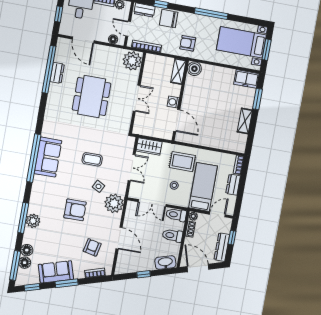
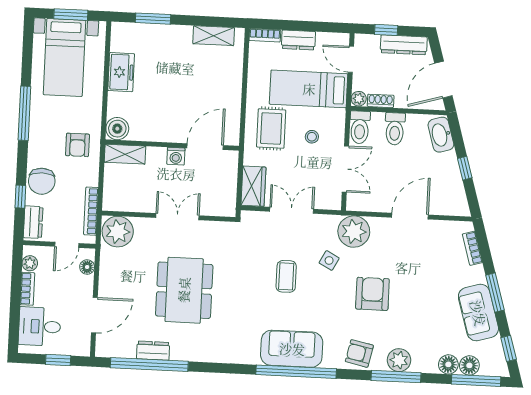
freezer: (246, 79) -> (121, 72), moved
dining table: (92, 97) -> (184, 290), turned 90
shelving: (245, 121) -> (214, 36), moved
armchair: (92, 247) -> (359, 353), moved

